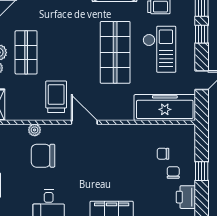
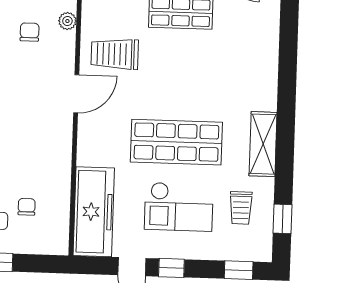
window: (202, 34) -> (171, 268), moved
trolley: (56, 97) -> (115, 54), turned 180
chair: (43, 156) -> (30, 32), width x0.54, depth x0.54

